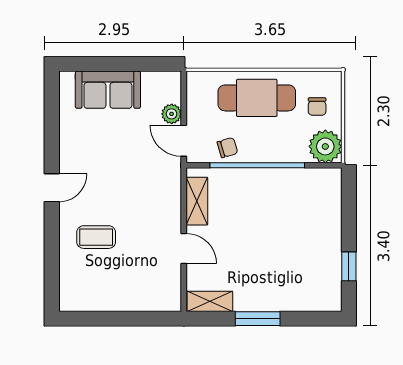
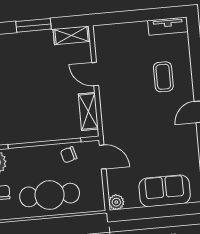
plant: (172, 114) -> (116, 202), moved
coffee table: (96, 237) -> (163, 77), turned 90
tv unit: (84, 302) -> (168, 26), added

